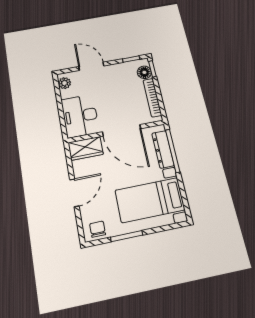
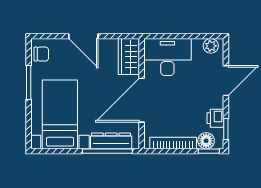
printer: (124, 69) -> (215, 118), added

